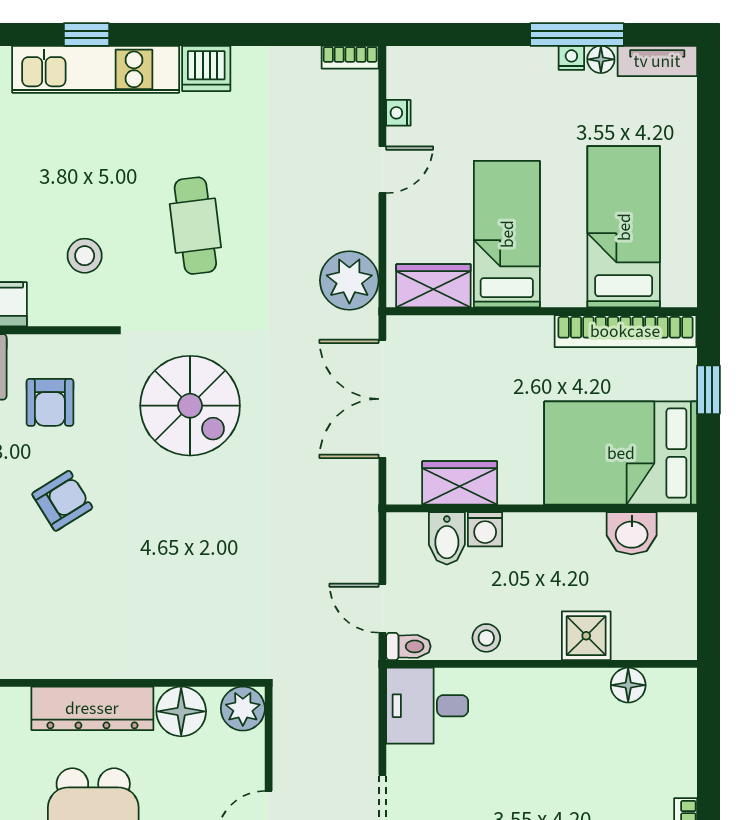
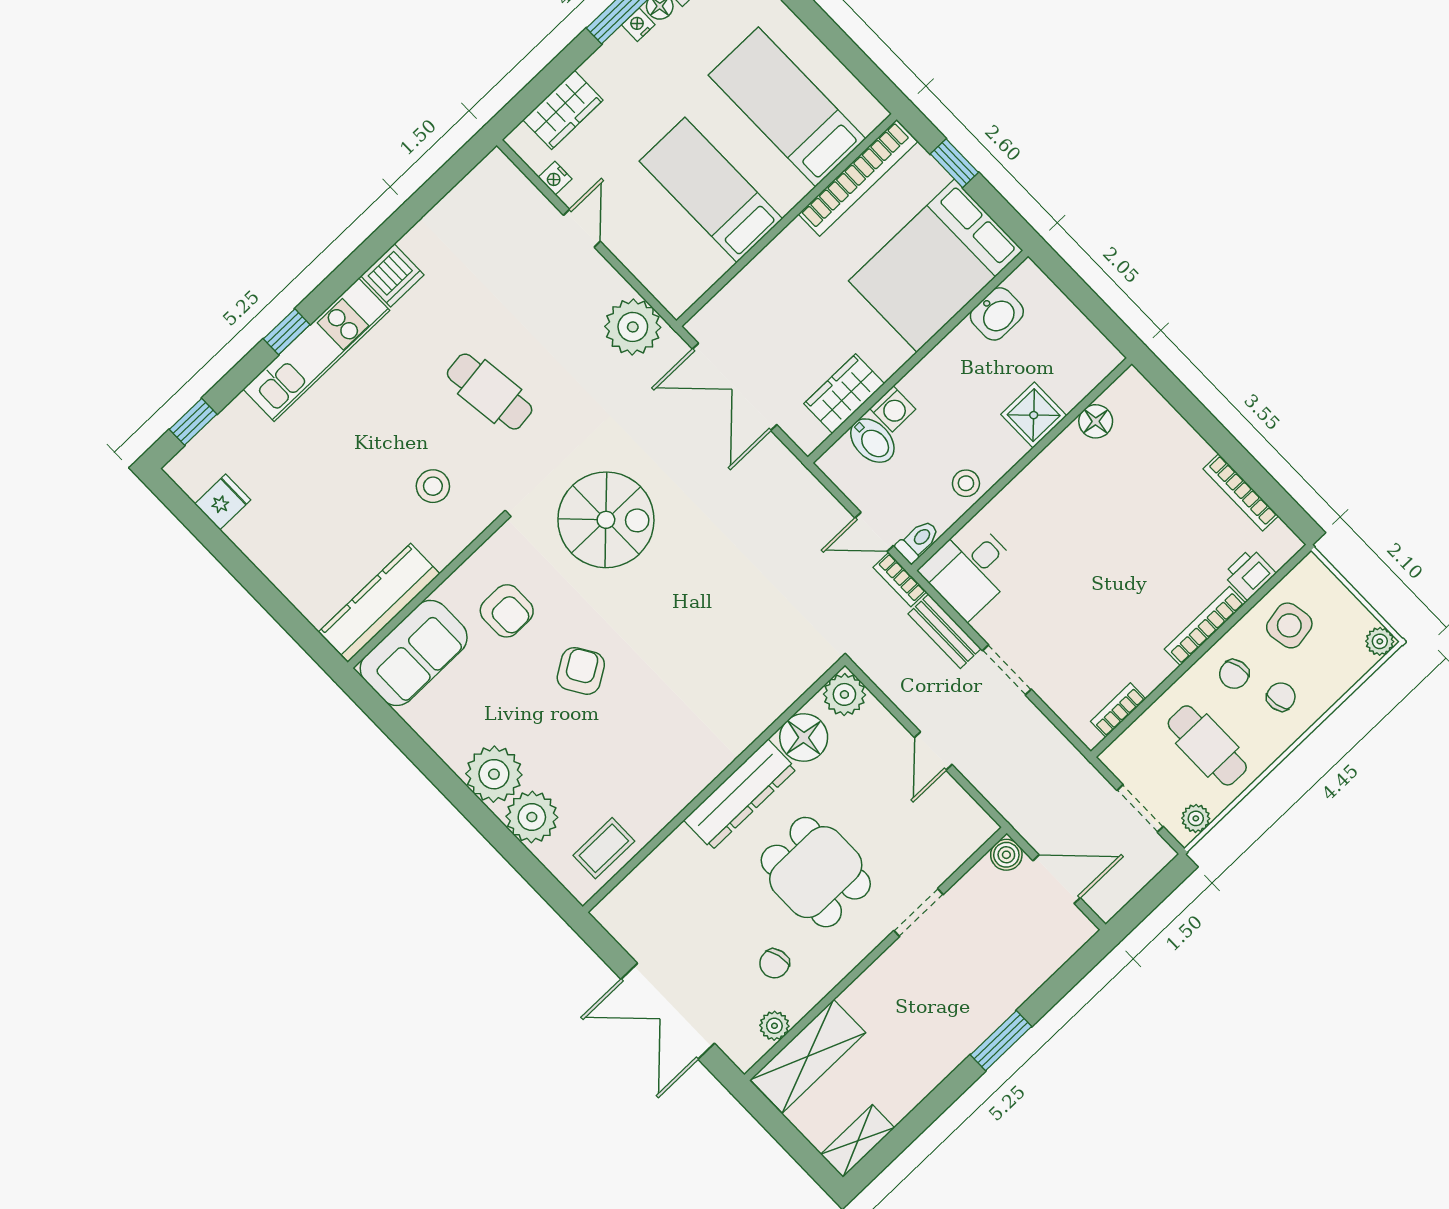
bookcase: (350, 57) -> (900, 580), moved, turned 90
wardrobe: (433, 286) -> (563, 110), moved, turned 180
bench: (363, 733) -> (945, 631), added

